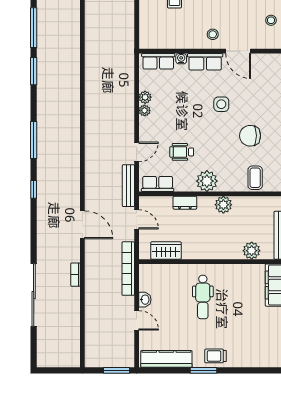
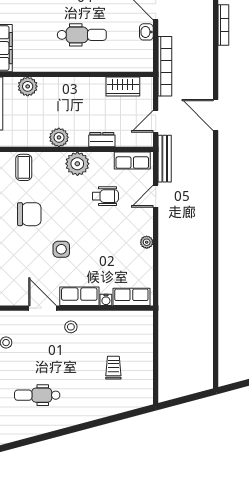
plant: (145, 97) -> (146, 257), removed
door: (137, 219) -> (156, 121), hinge flipped
bookcase: (76, 275) -> (223, 25), moved, width x1.56
dental chair: (203, 297) -> (82, 35), turned 90

